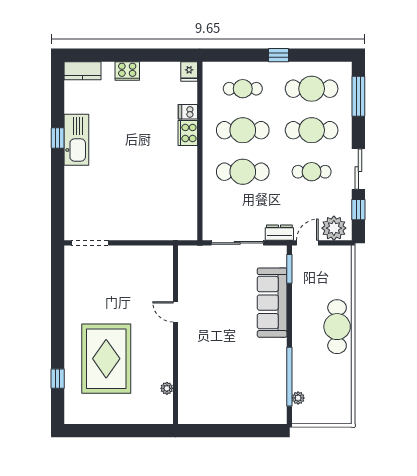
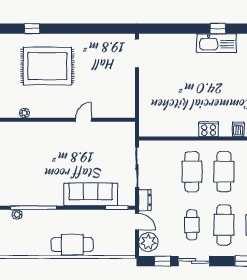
cooker: (188, 133) -> (209, 129), moved

